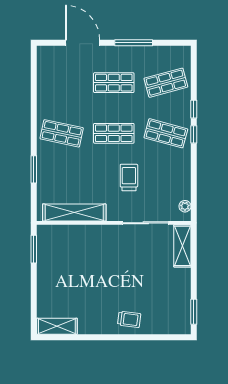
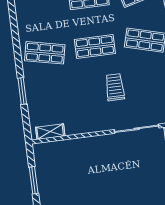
shelving: (74, 212) -> (50, 132), width x0.45, depth x0.75
window: (34, 249) -> (34, 180), moved

